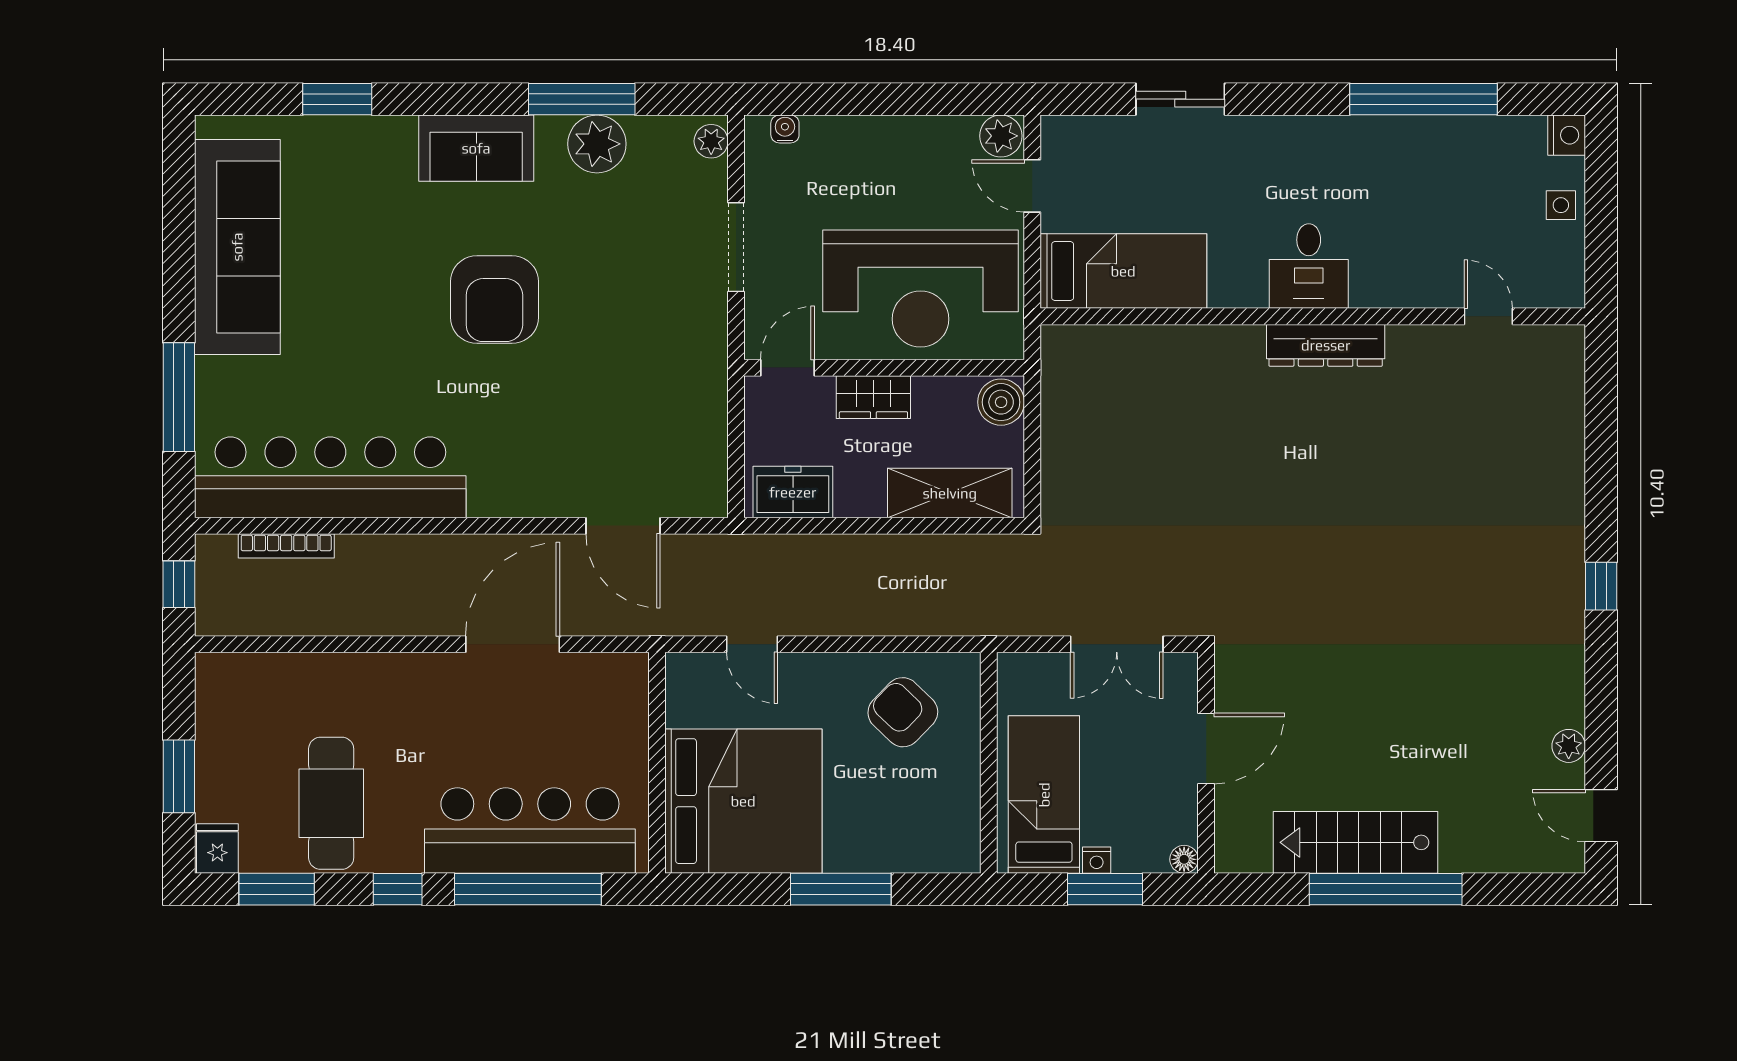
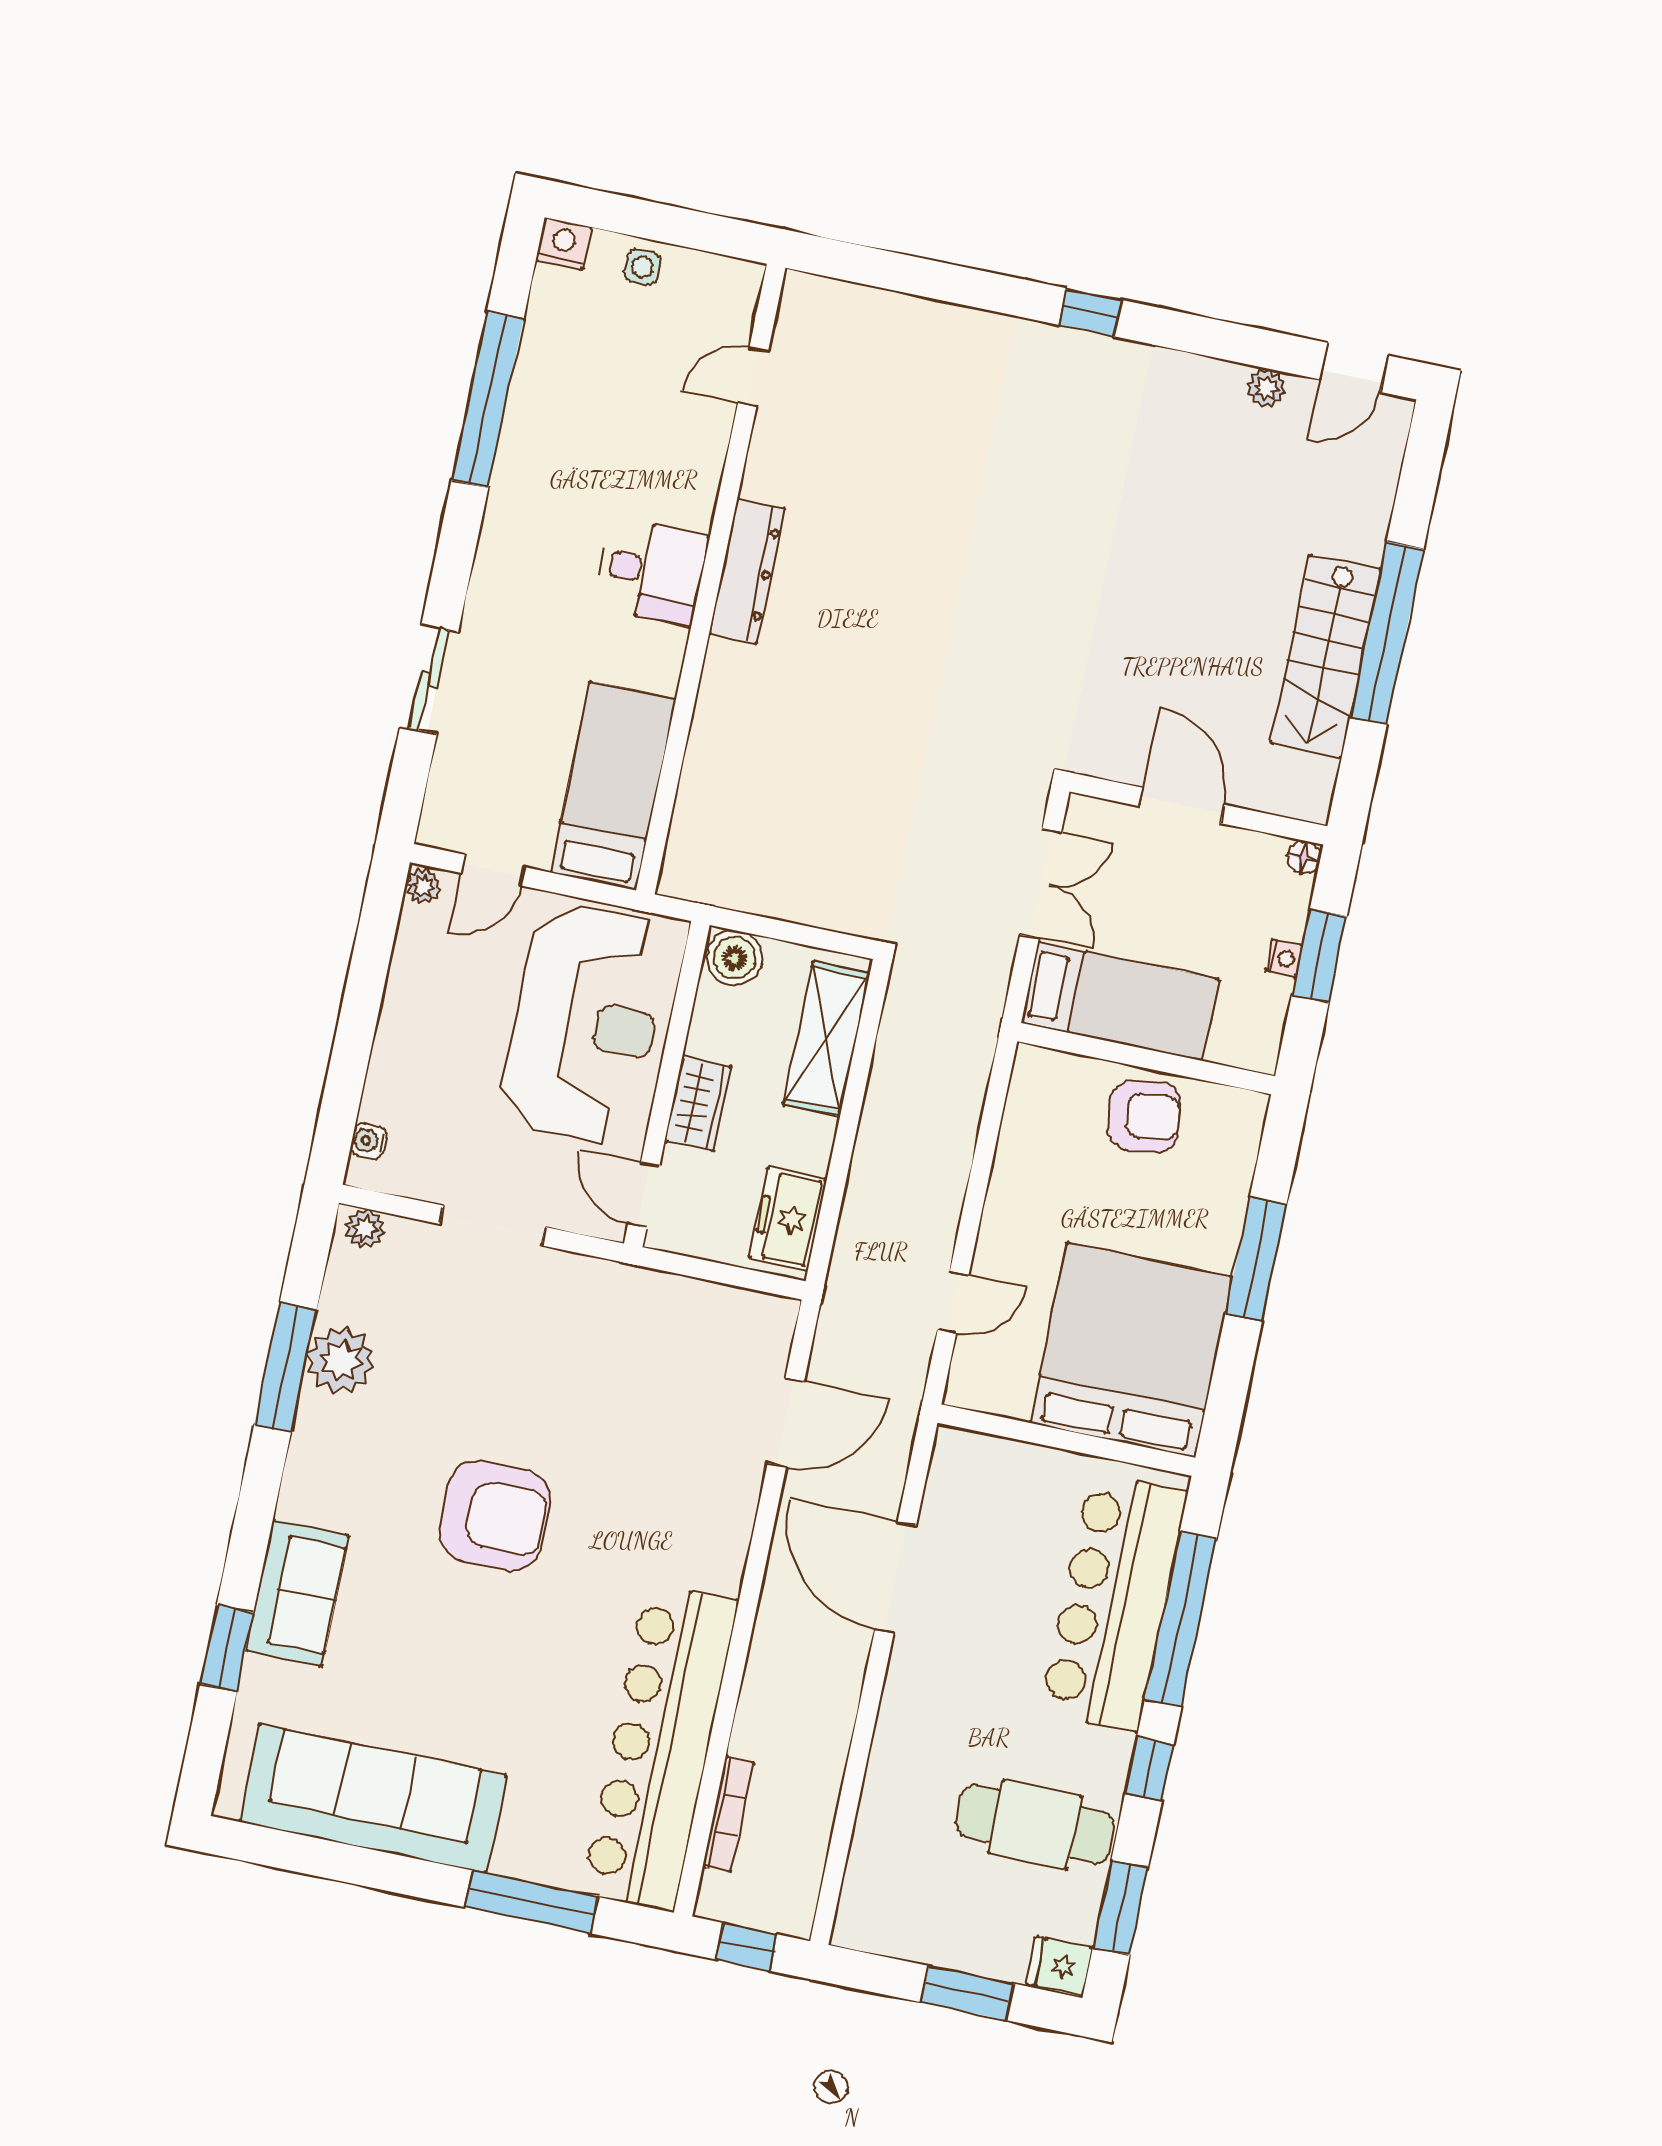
plant: (1001, 136) -> (423, 886), width x0.73, depth x0.73
sofa: (476, 148) -> (297, 1593), moved
armchair: (903, 712) -> (1144, 1116), moved, turned -142
bed: (1044, 795) -> (1120, 1001), moved, turned 180

